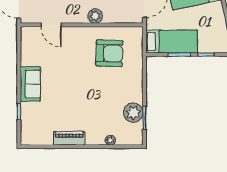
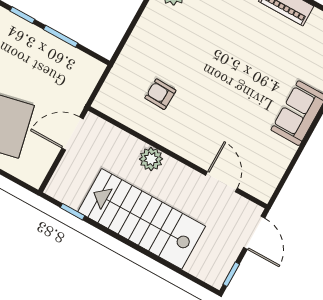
bed: (172, 42) -> (61, 61), removed
armchair: (109, 53) -> (160, 94), width x0.53, depth x0.53

